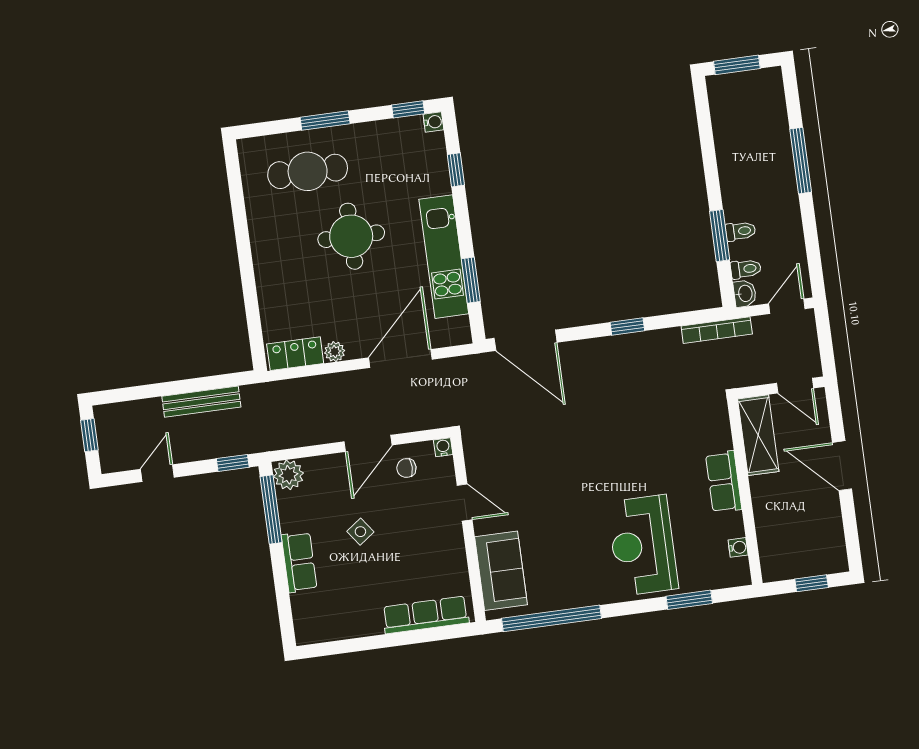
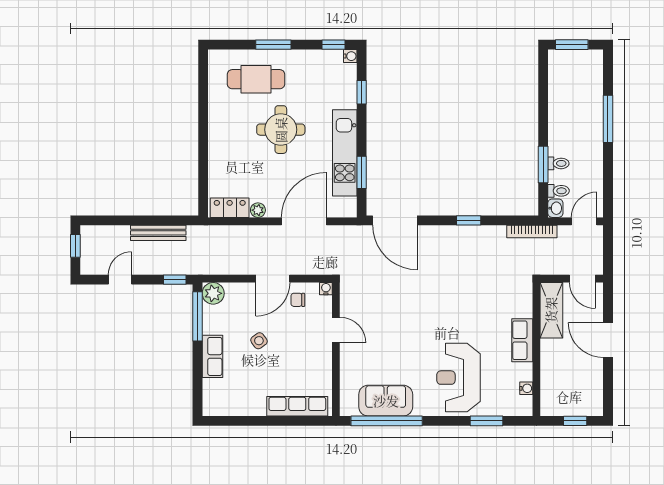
sofa: (501, 571) -> (386, 401), moved, turned -90

